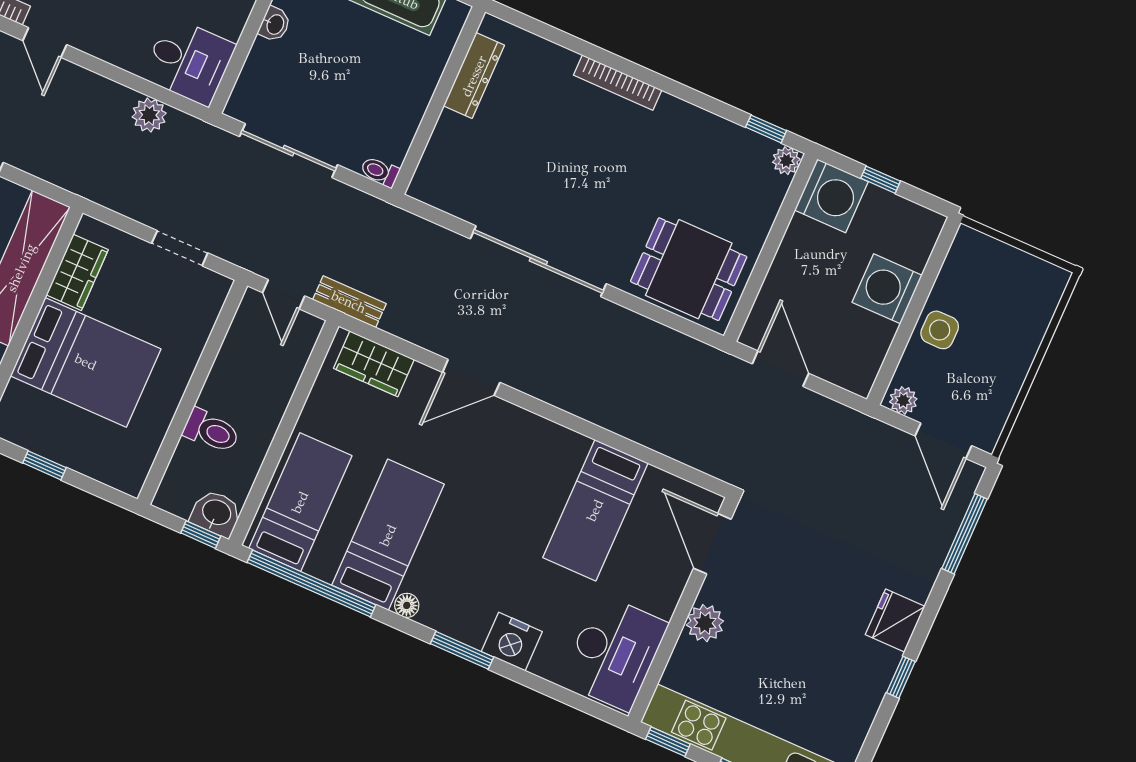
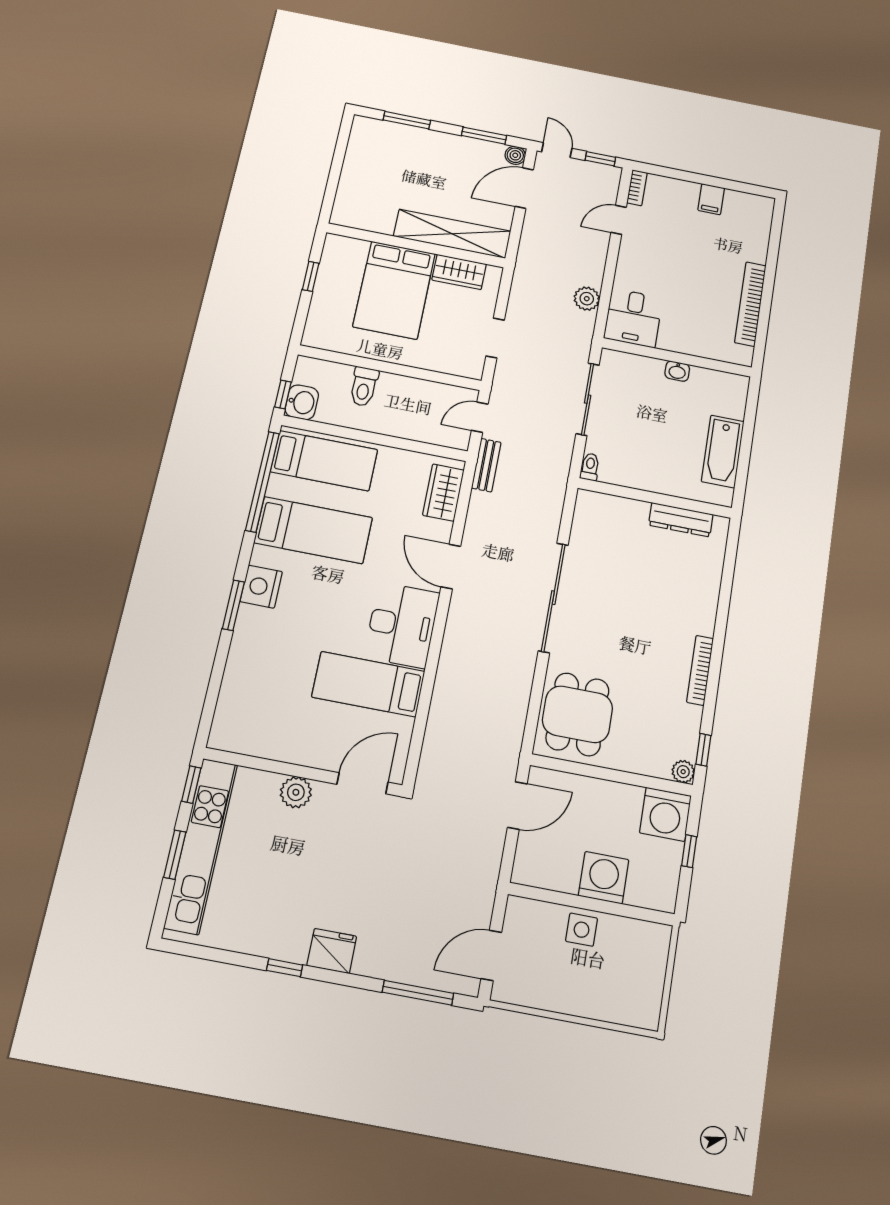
bookcase: (618, 83) -> (700, 670), moved
plant: (903, 400) -> (516, 913), removed
floor lamp: (407, 605) -> (260, 556), removed
nightstand: (512, 642) -> (261, 587), moved
desk: (614, 653) -> (402, 625), moved, turned -90

